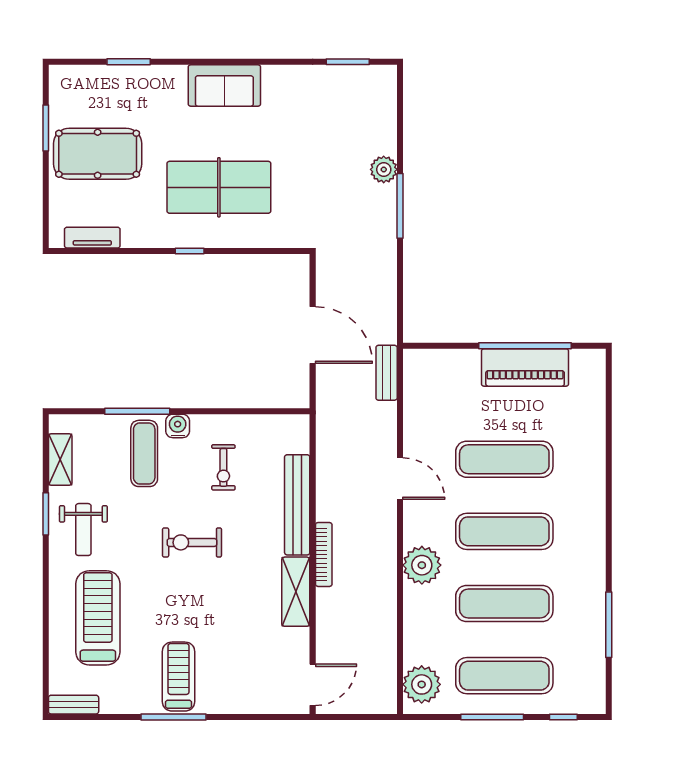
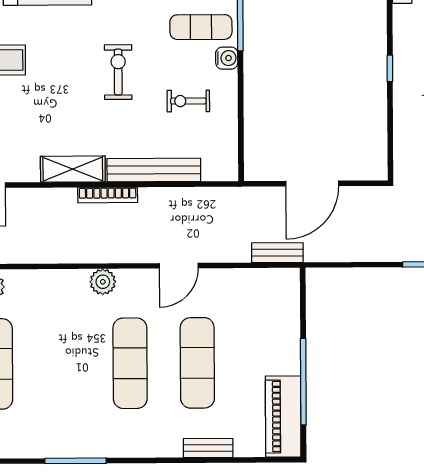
piano: (525, 367) -> (283, 417), moved
bench: (596, 448) -> (208, 448), added
plant: (422, 565) -> (103, 282), width x0.73, depth x0.73
exercise mat: (504, 603) -> (63, 364), removed
window: (609, 625) -> (75, 461), moved

